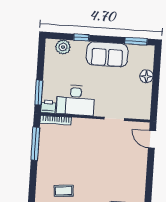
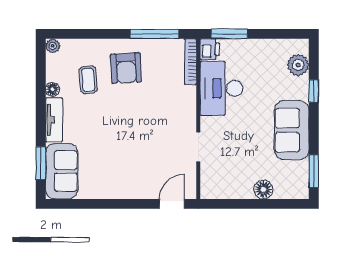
armchair: (57, 164) -> (126, 68), added

